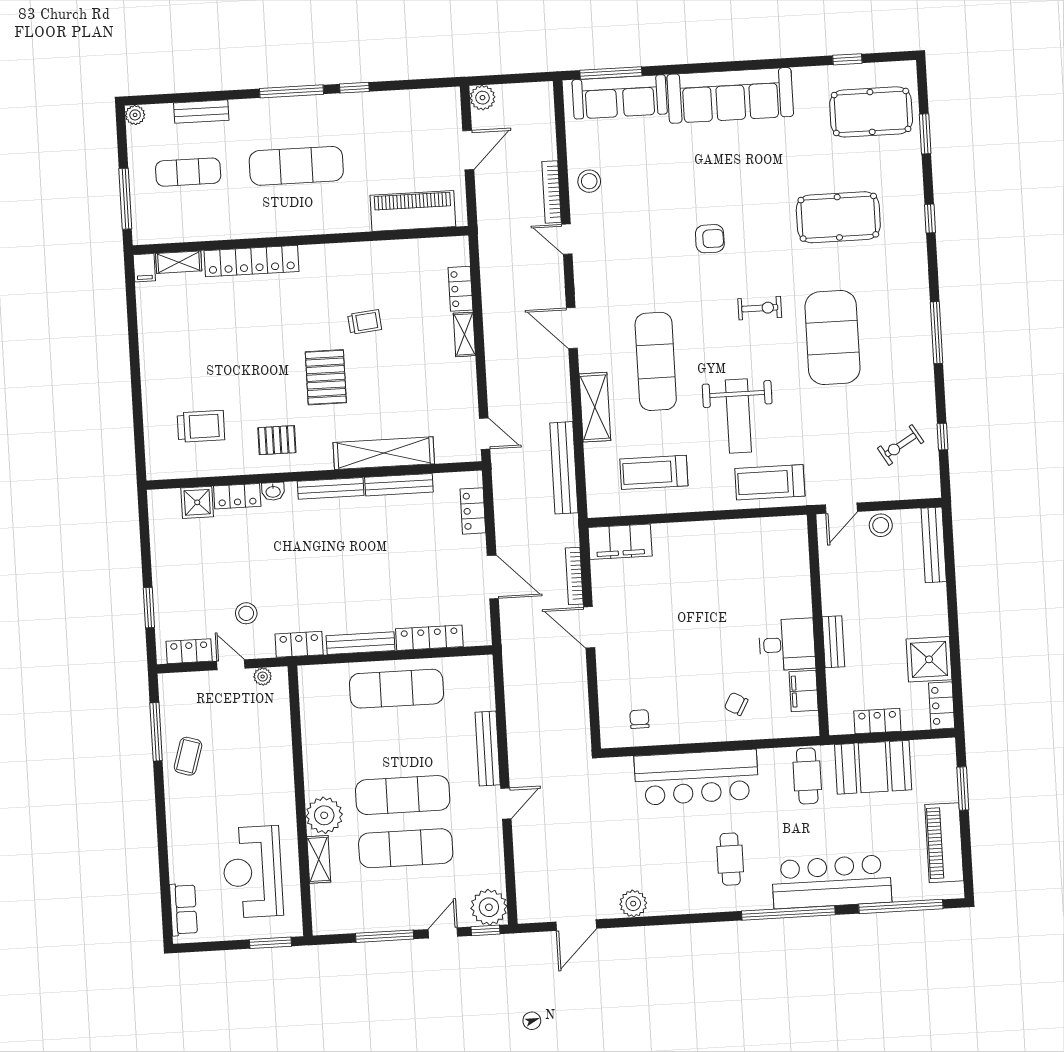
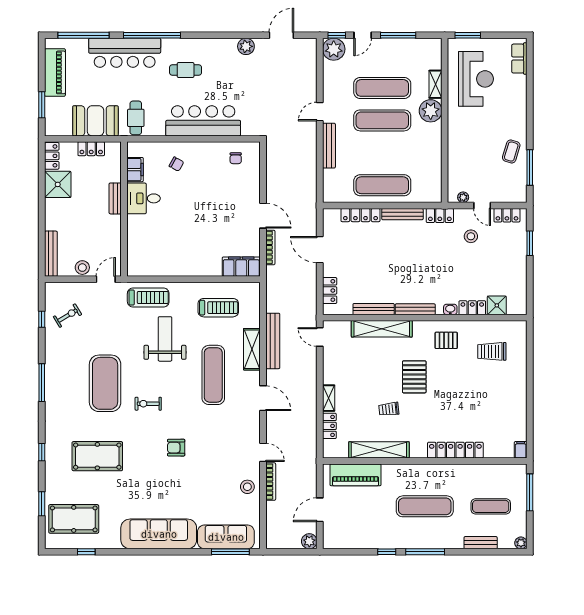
shelving: (179, 262) -> (379, 450), moved, width x2.20, depth x1.33
bench: (564, 468) -> (273, 341), moved
cafe table: (730, 859) -> (186, 70), turned 90

